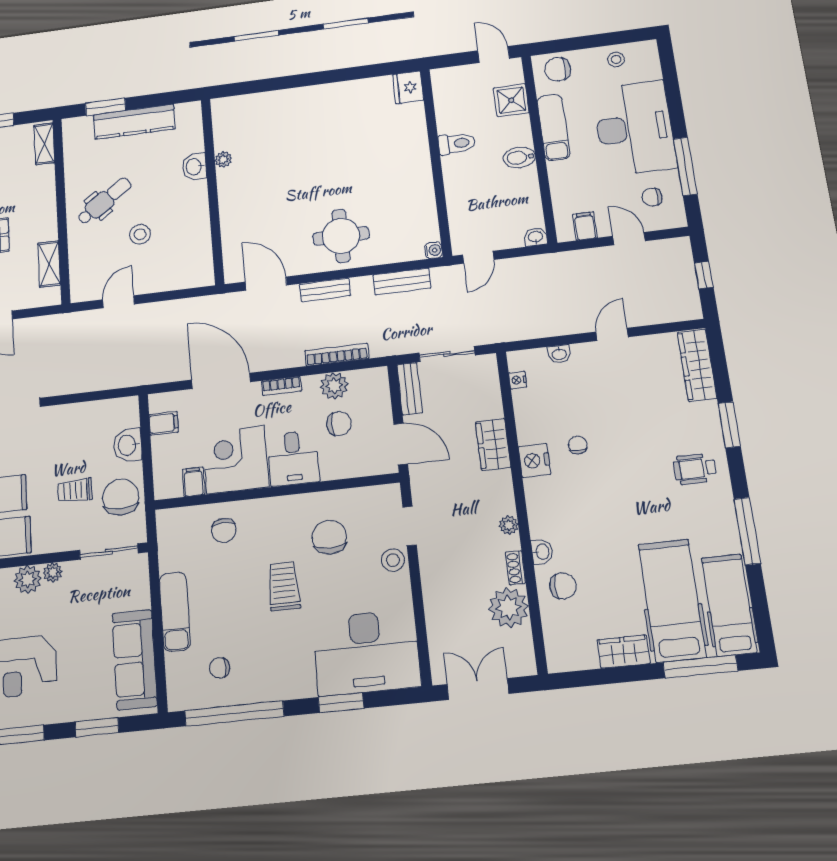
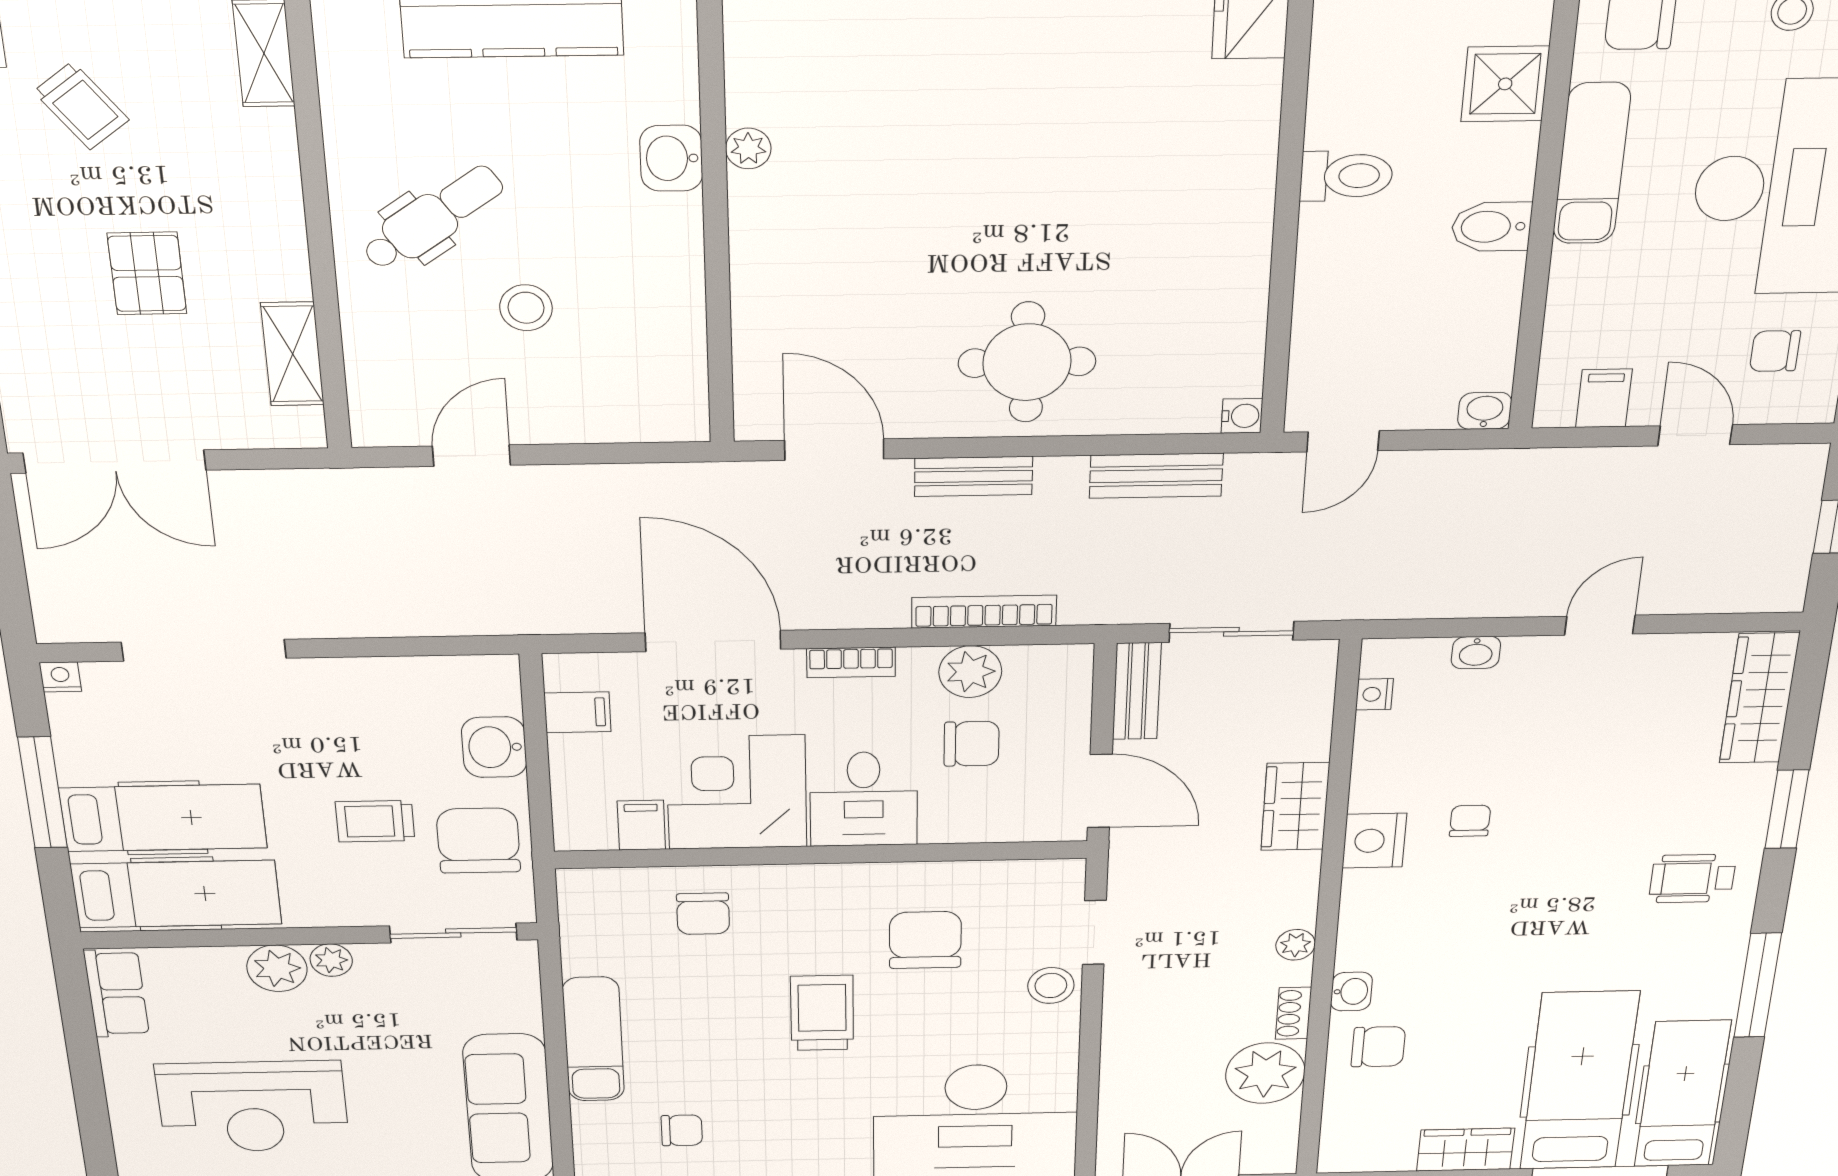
chair: (220, 668) -> (682, 1130), turned 180

